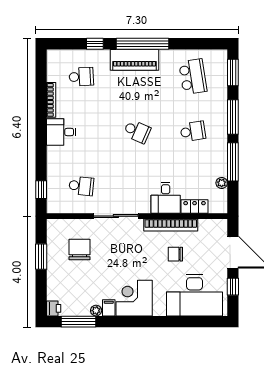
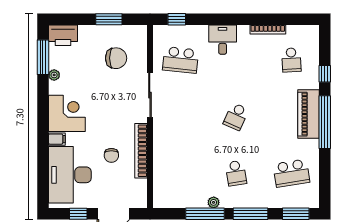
desk: (61, 132) -> (223, 40), moved
plant: (222, 183) -> (214, 202), moved
school desk: (81, 186) -> (181, 60), width x1.85
desk: (166, 198) -> (169, 146), removed
locker: (195, 206) -> (160, 175), removed
chair: (175, 254) -> (111, 155), turned 180
printer: (54, 308) -> (63, 35), width x1.87, depth x1.48
filing cabinet: (109, 308) -> (57, 139), moved

